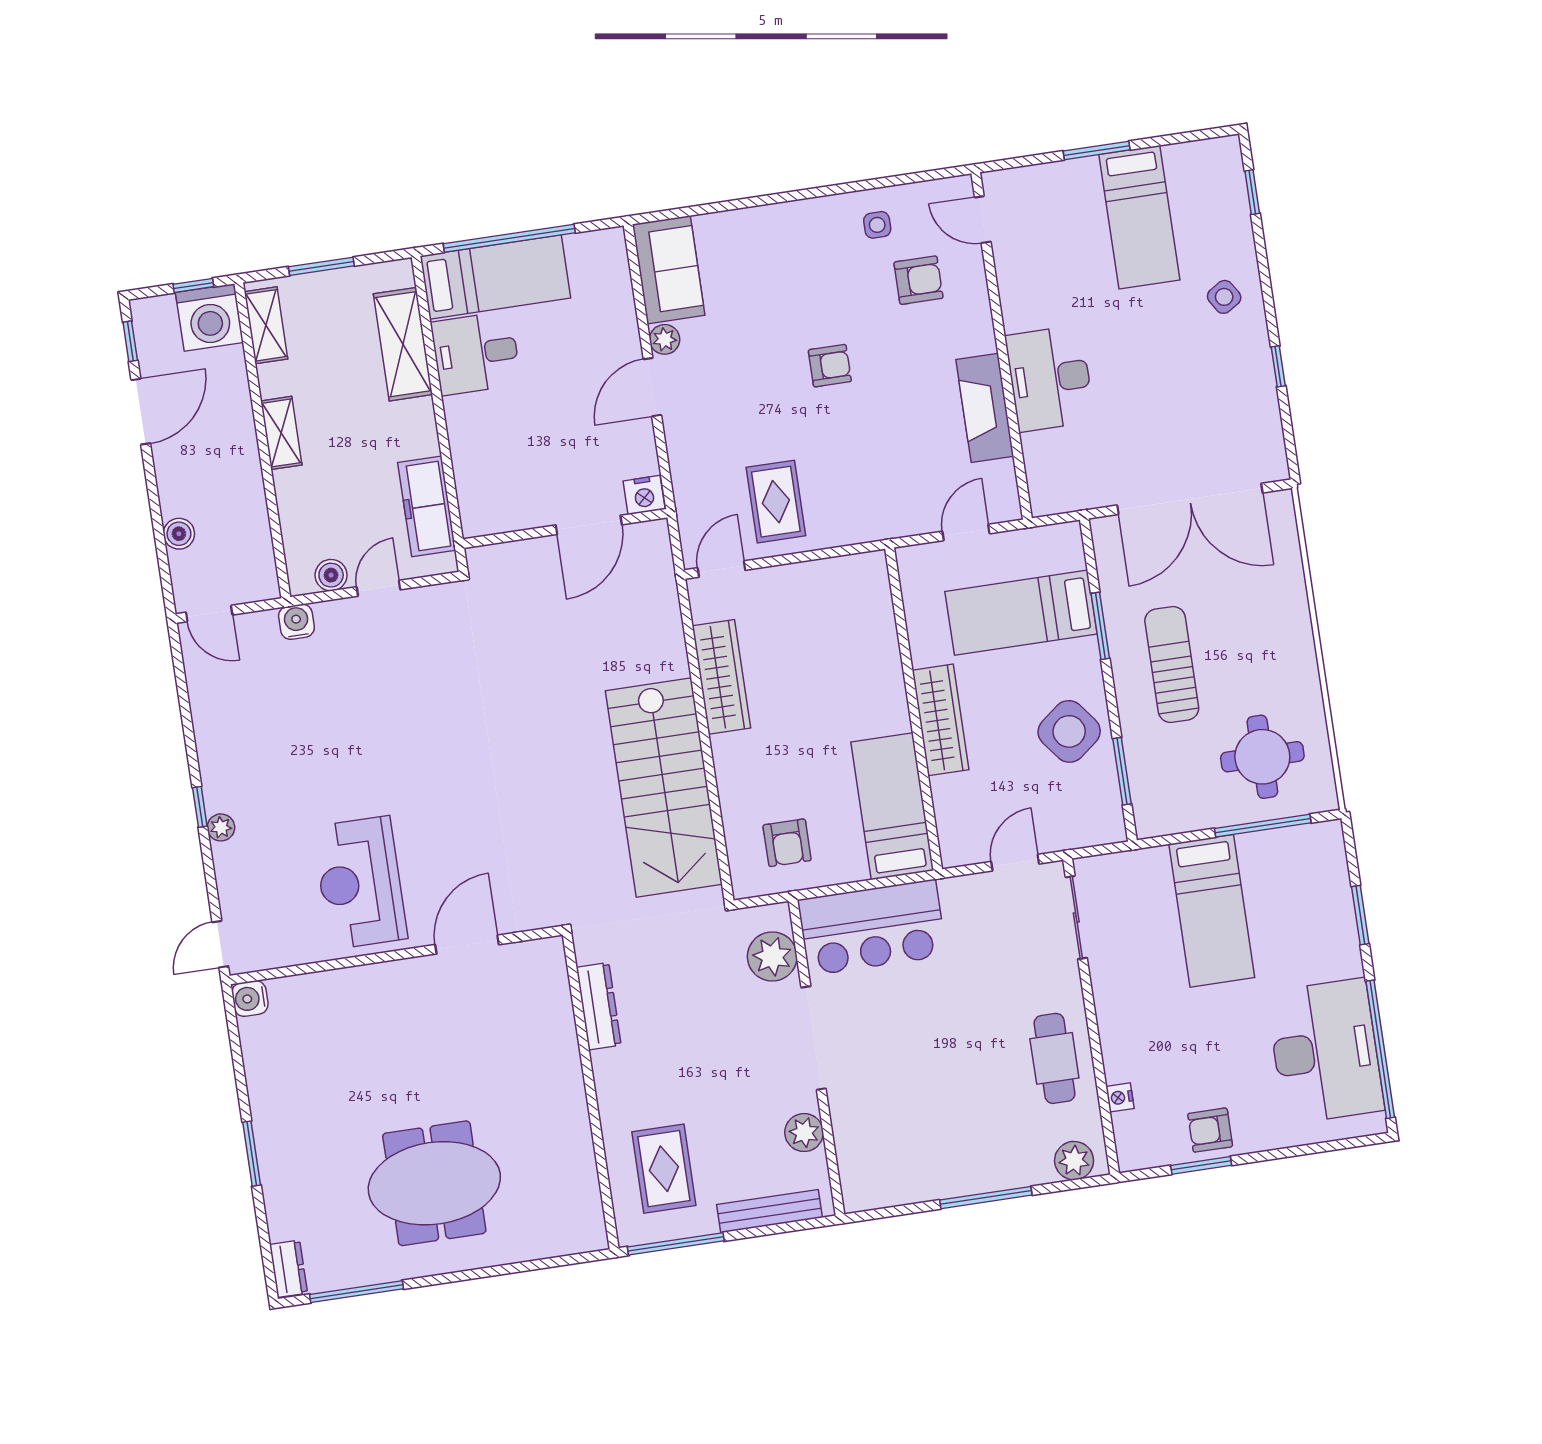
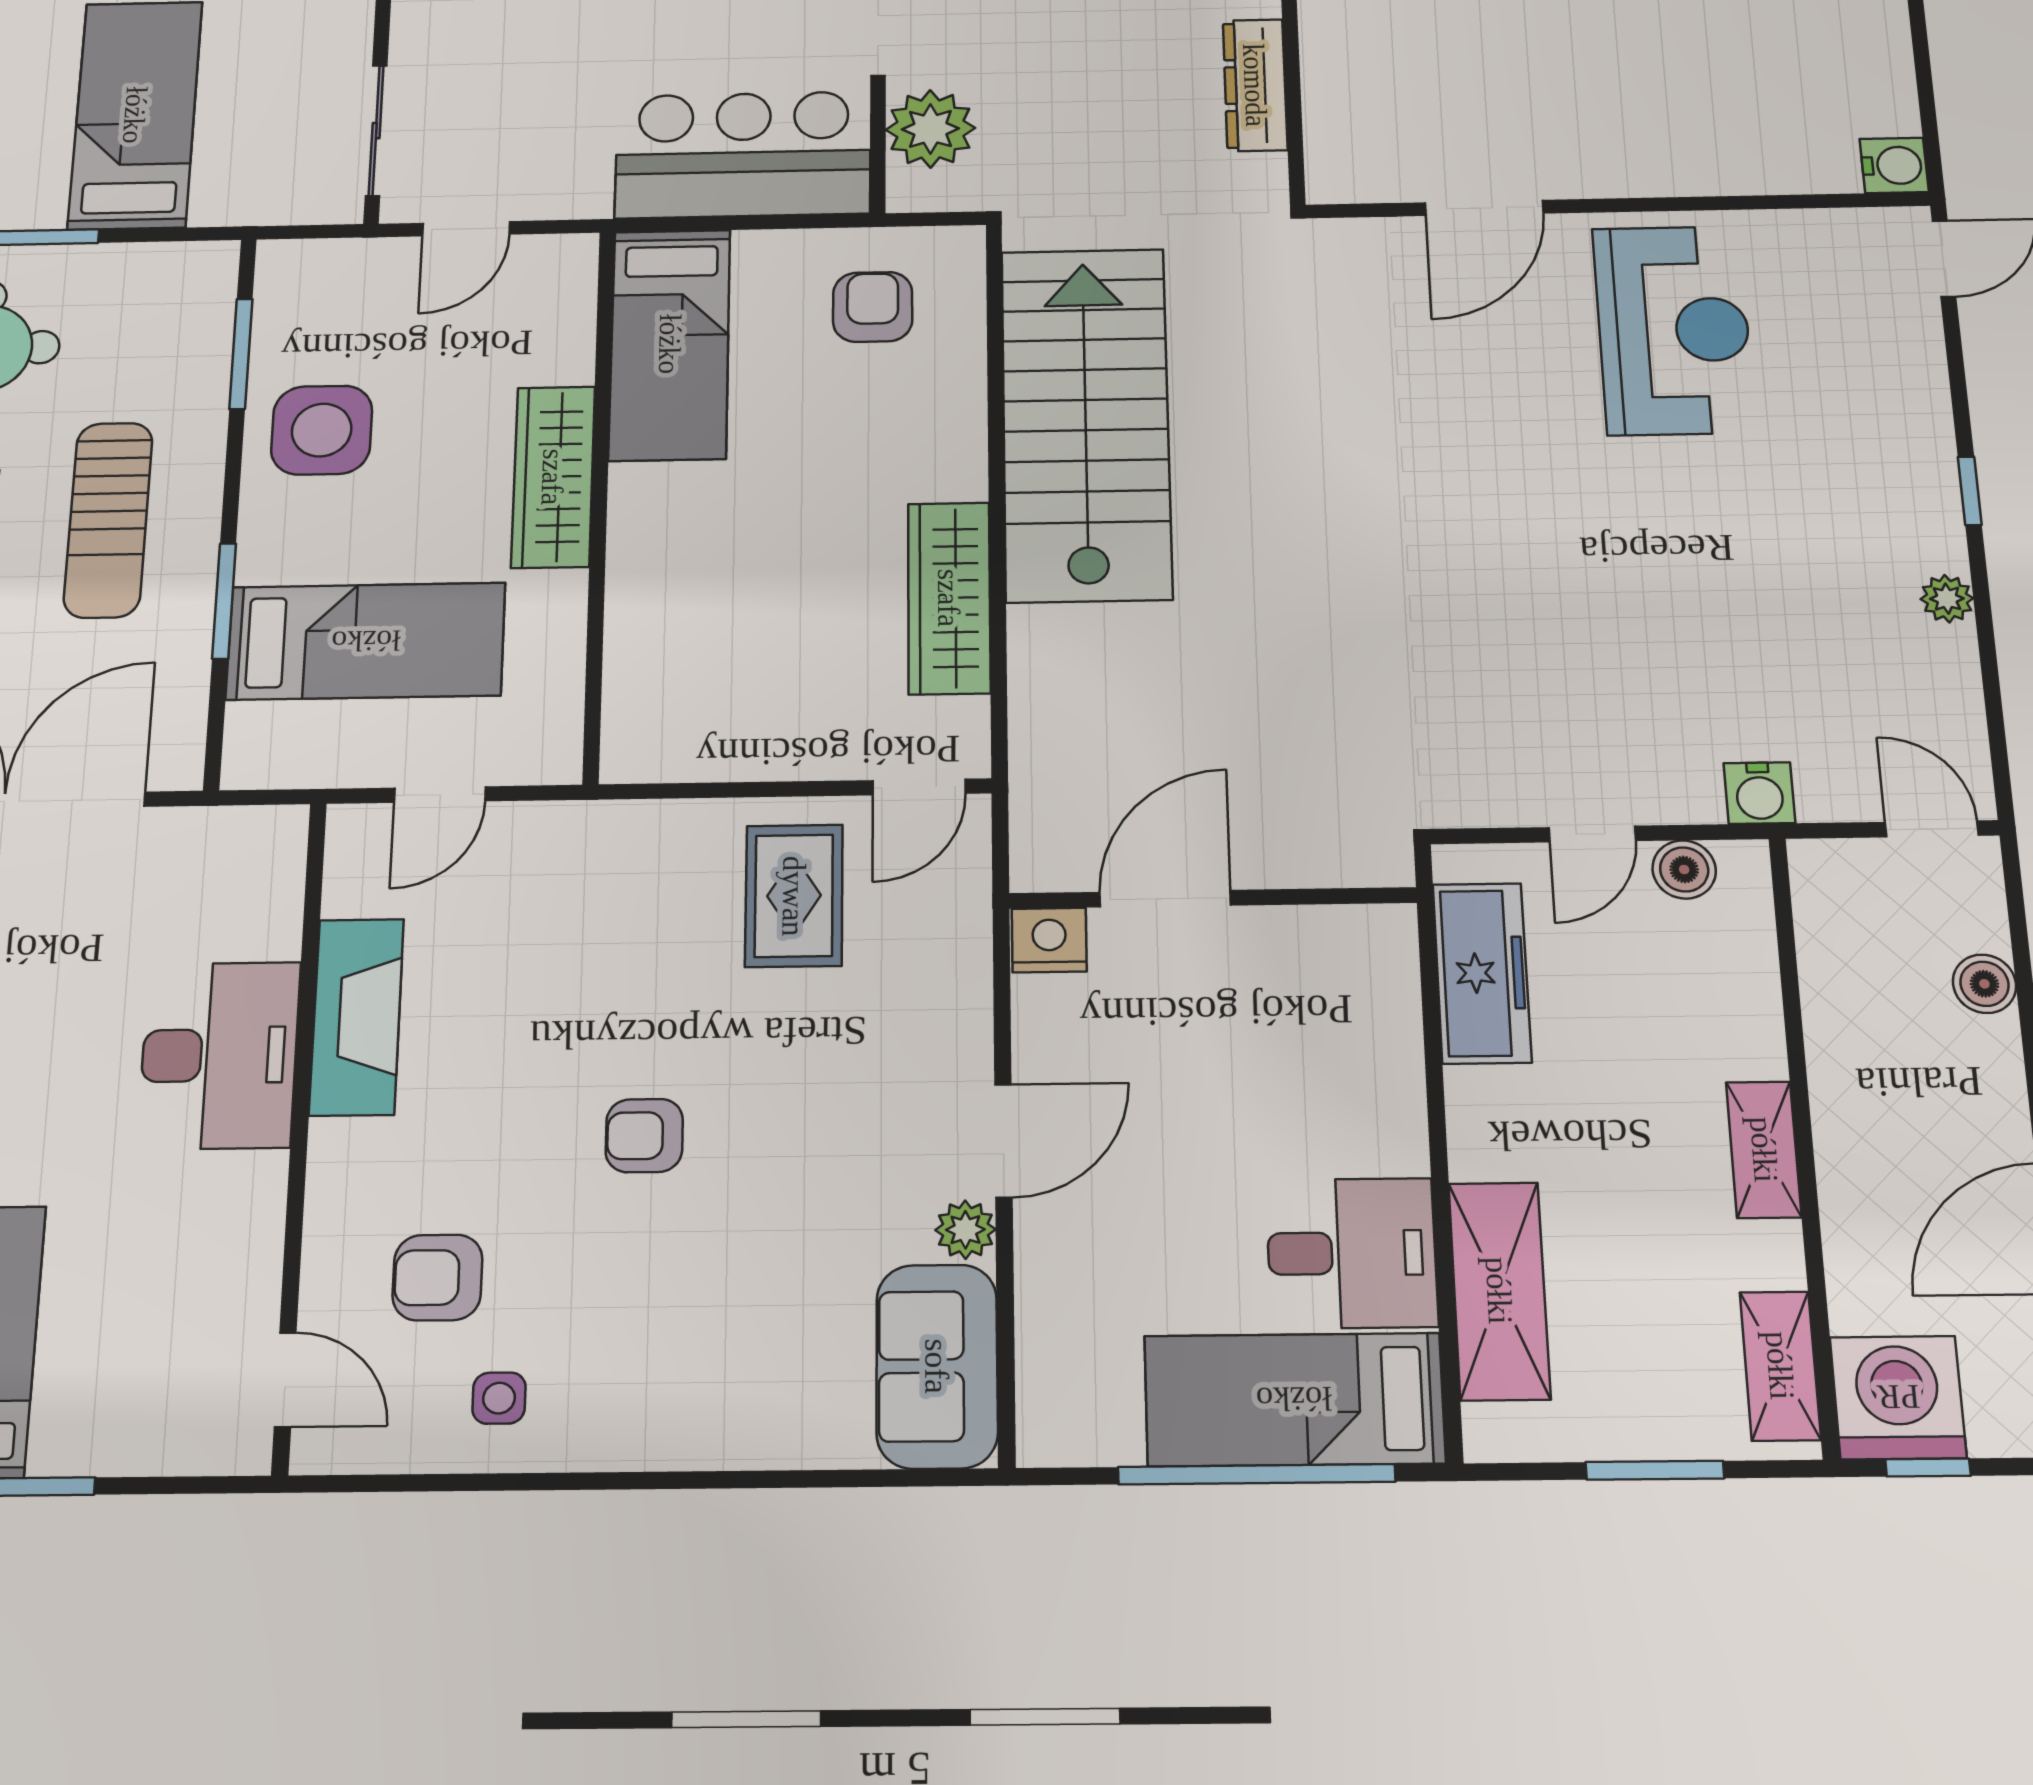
side table: (1069, 731) -> (322, 430), turned 38
plant: (221, 827) -> (1947, 599), moved

